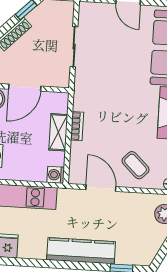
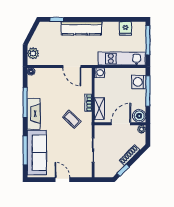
shelving: (58, 132) -> (99, 109), moved
coffee table: (136, 165) -> (72, 119), moved

